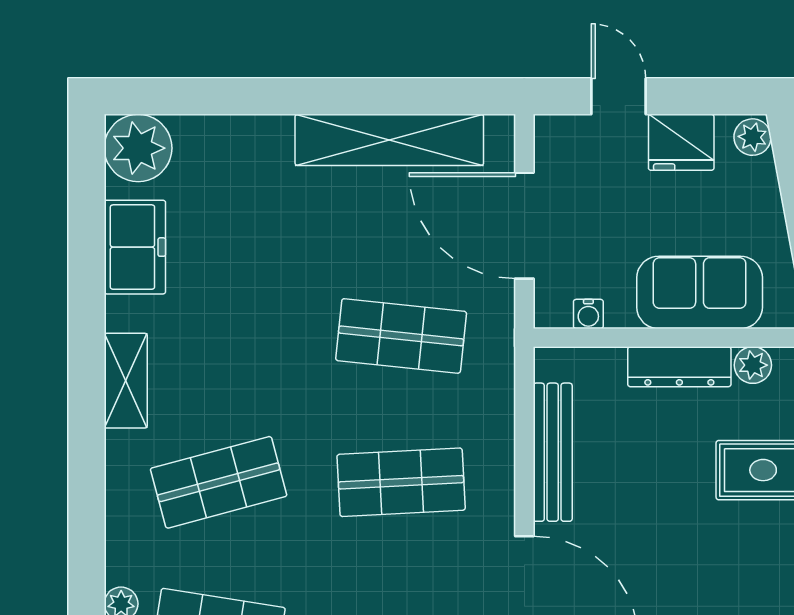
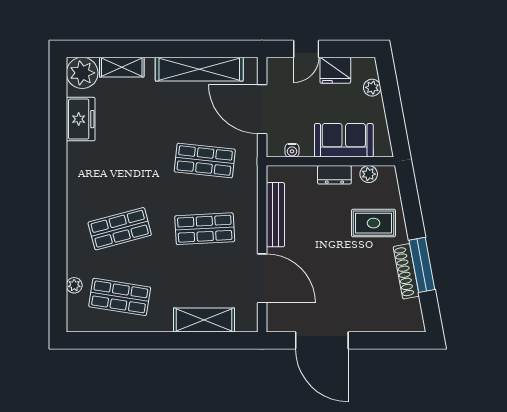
door: (619, 96) -> (306, 49), swing flipped
plant: (752, 137) -> (372, 88), moved
dresser: (679, 367) -> (334, 175), width x0.70
shelving: (126, 381) -> (122, 67), moved, turned 90

